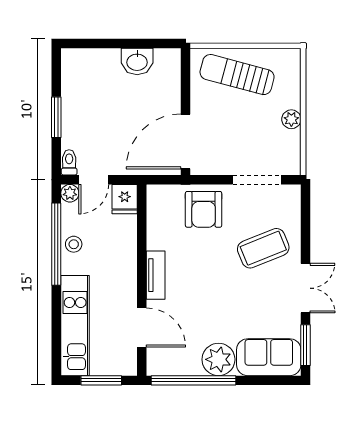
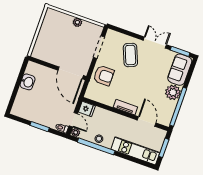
sun lounger: (237, 75) -> (49, 39), removed
door: (142, 327) -> (147, 122), hinge flipped

